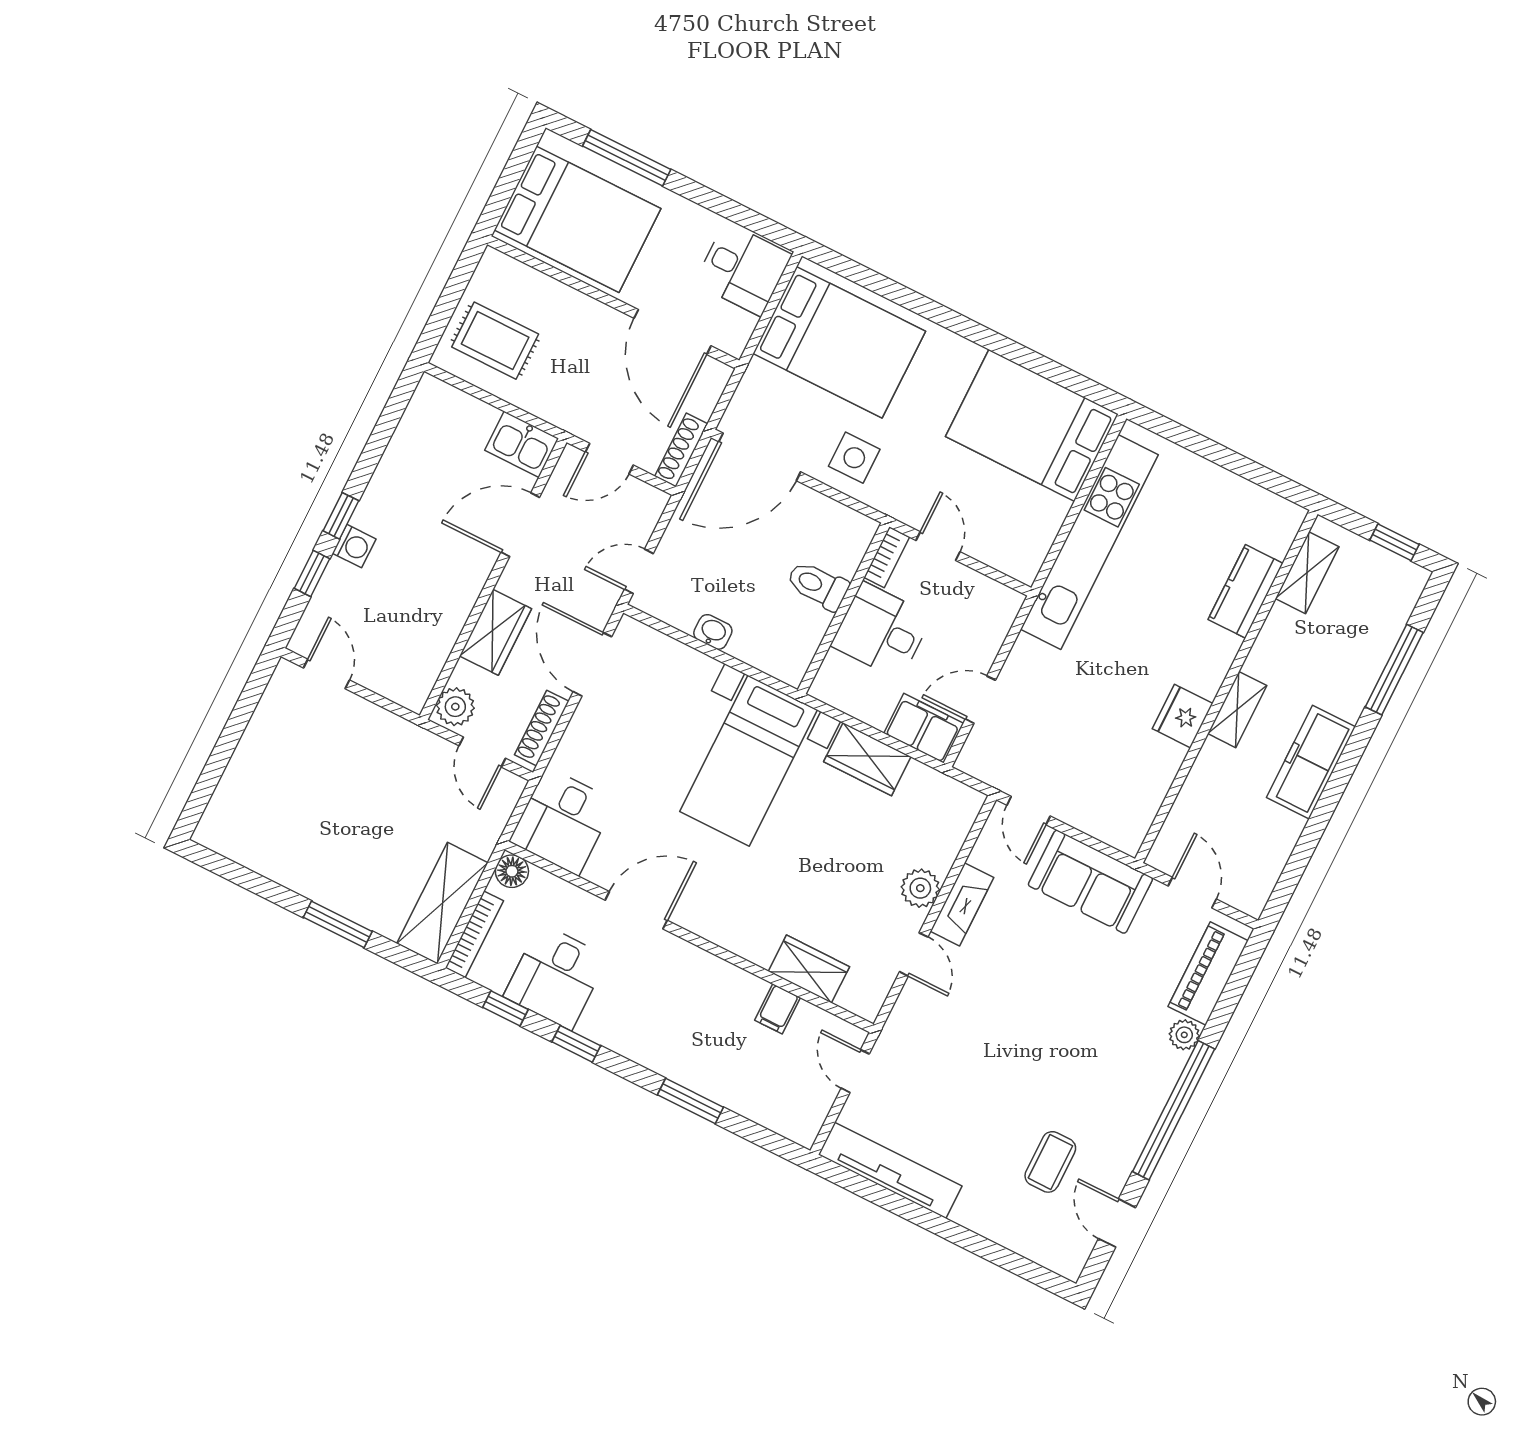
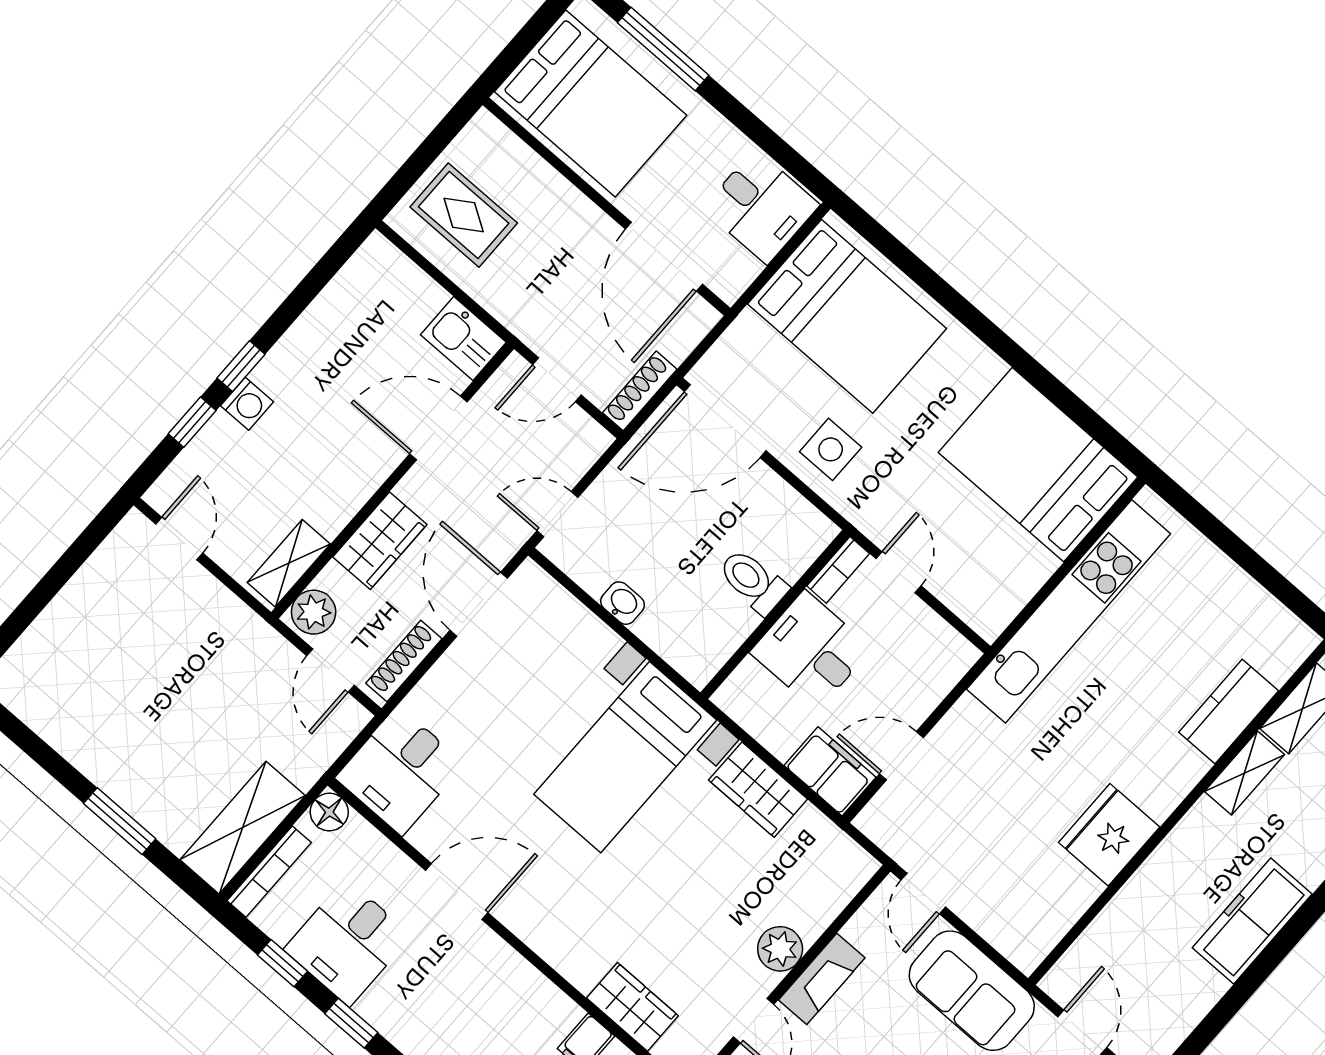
shelving: (424, 671) -> (289, 563), added
shelving: (1237, 710) -> (1245, 773), moved
fridge: (1183, 716) -> (1109, 835), width x1.36, depth x1.34

